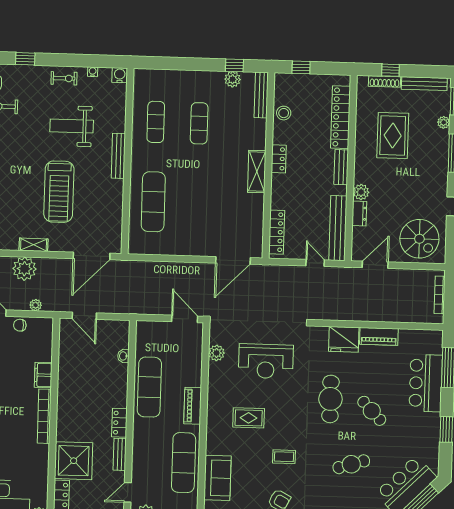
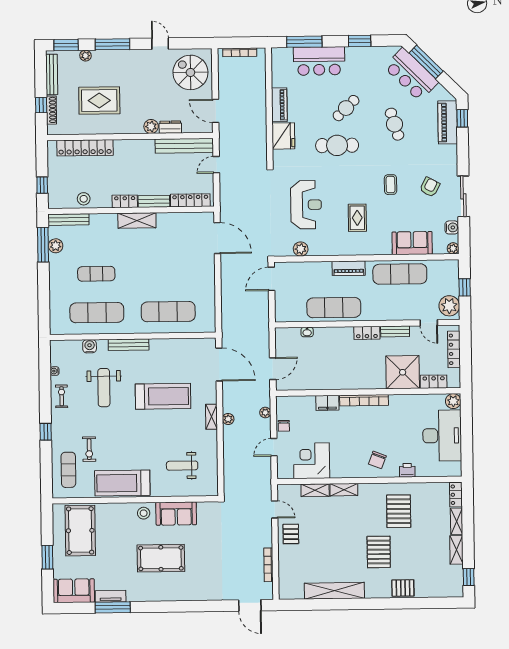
window: (234, 65) -> (43, 245), width x2.17
water cooler: (120, 75) -> (90, 346), moved, turned 90
exercise mat: (156, 122) -> (97, 313), width x1.36, depth x1.45
bench: (341, 167) -> (154, 201), moved
spiral stairs: (419, 239) -> (190, 72), turned -90
plant: (24, 269) -> (228, 419), width x0.53, depth x0.53

